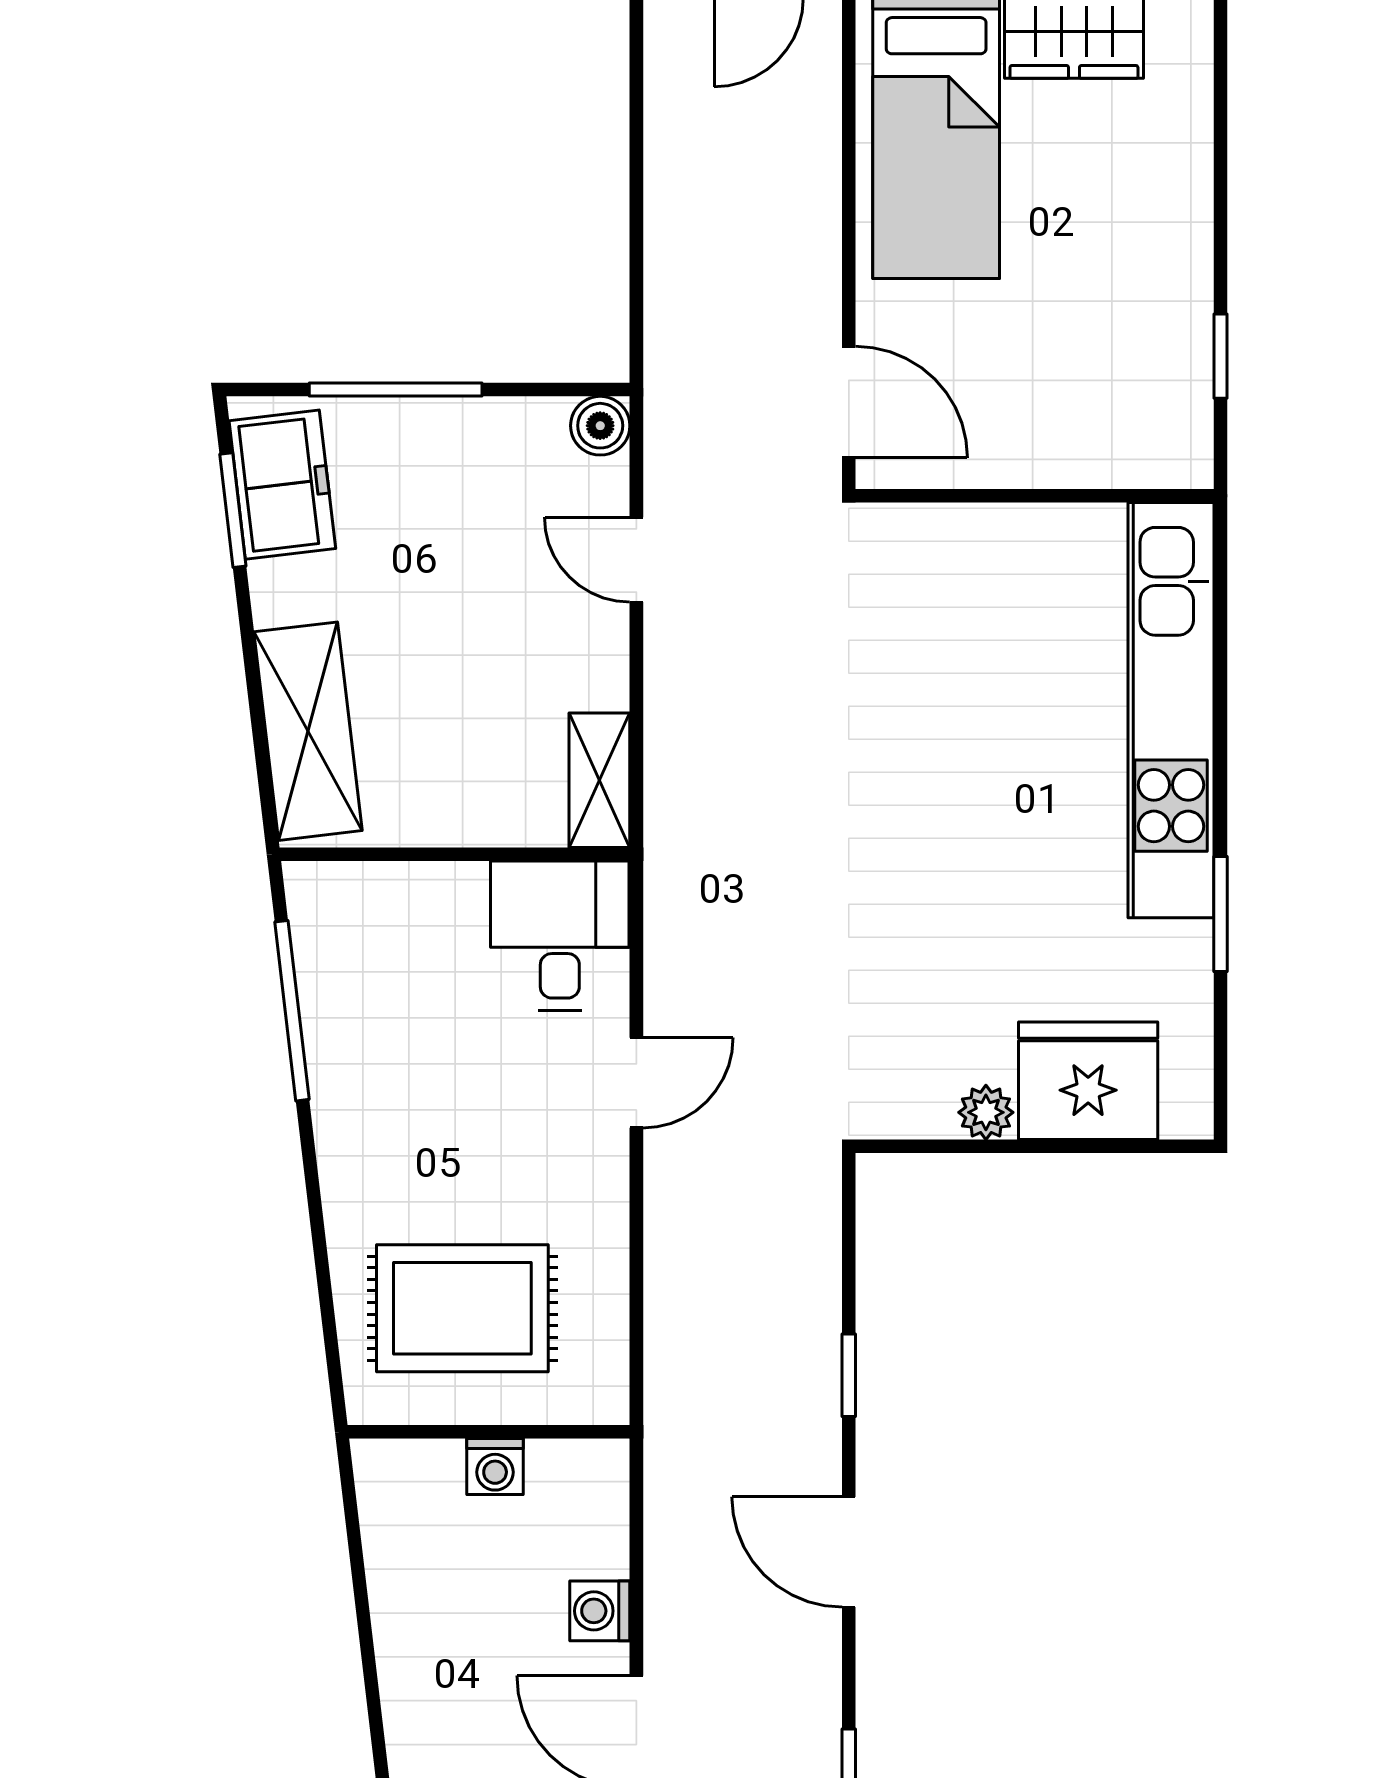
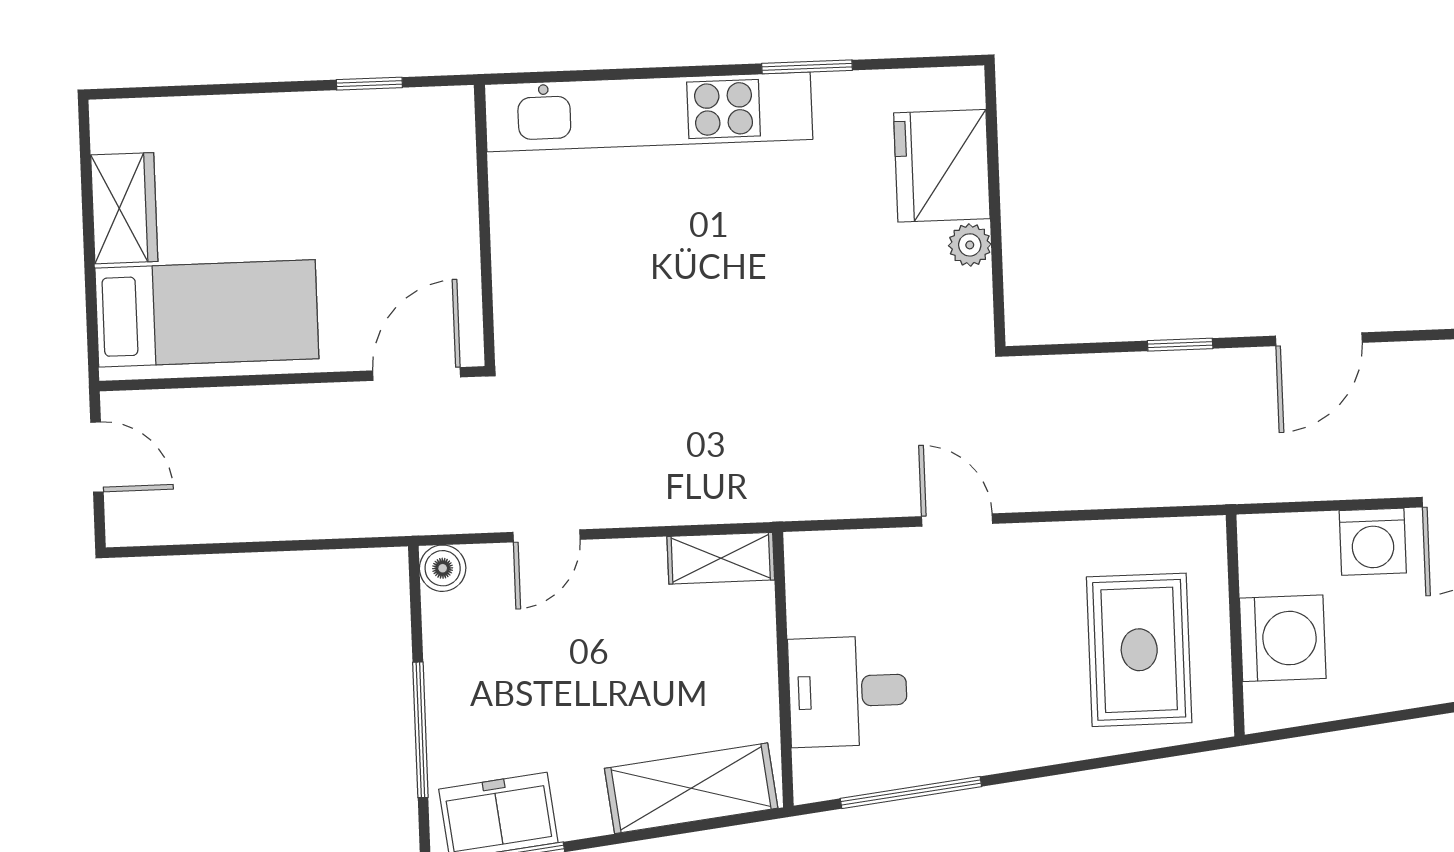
desk: (560, 935) -> (848, 691), moved
washing machine: (495, 1467) -> (1283, 638), width x1.89, depth x1.89
washing machine: (600, 1611) -> (1373, 542), width x1.38, depth x1.38

